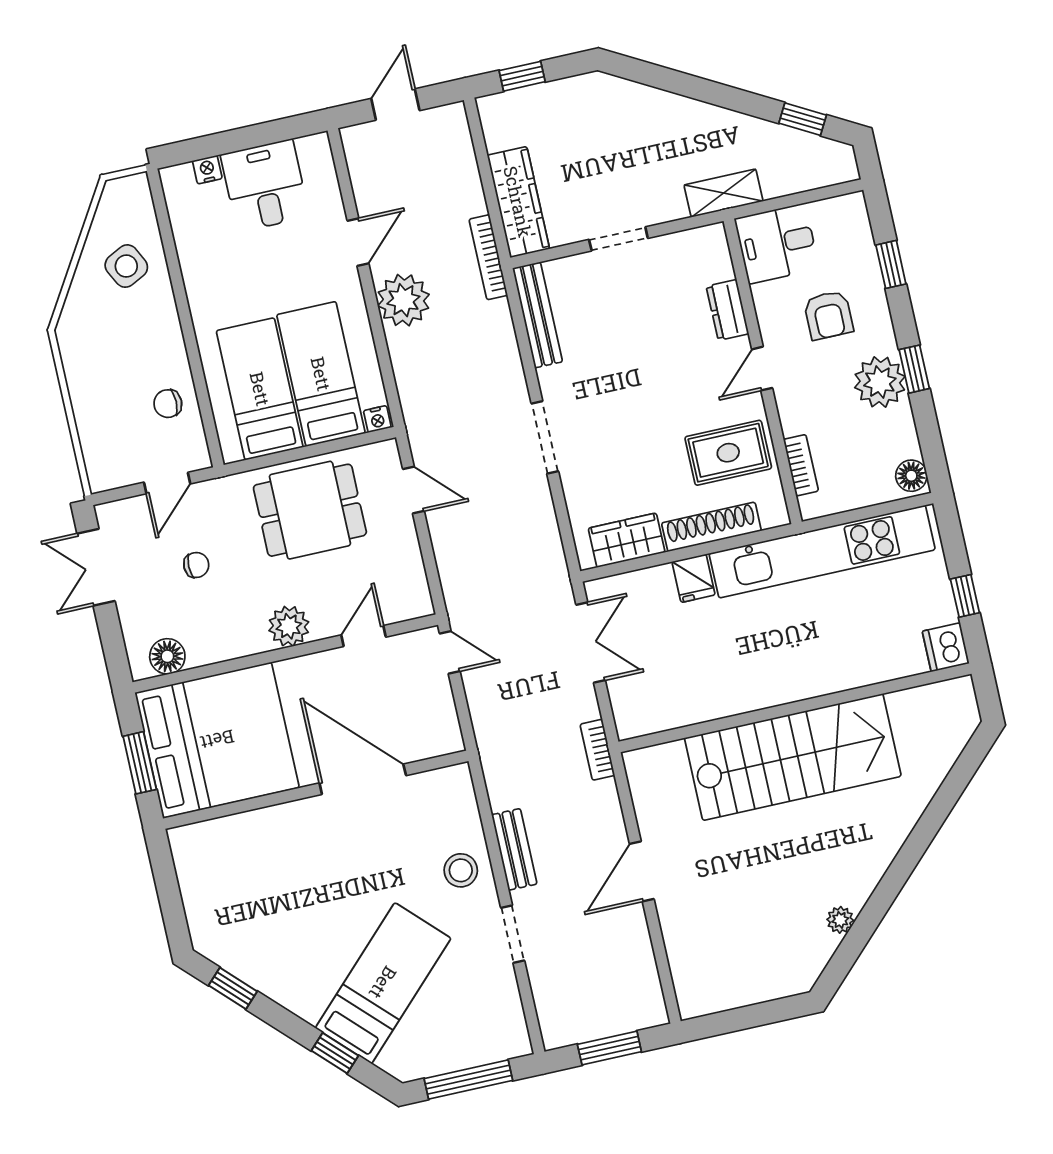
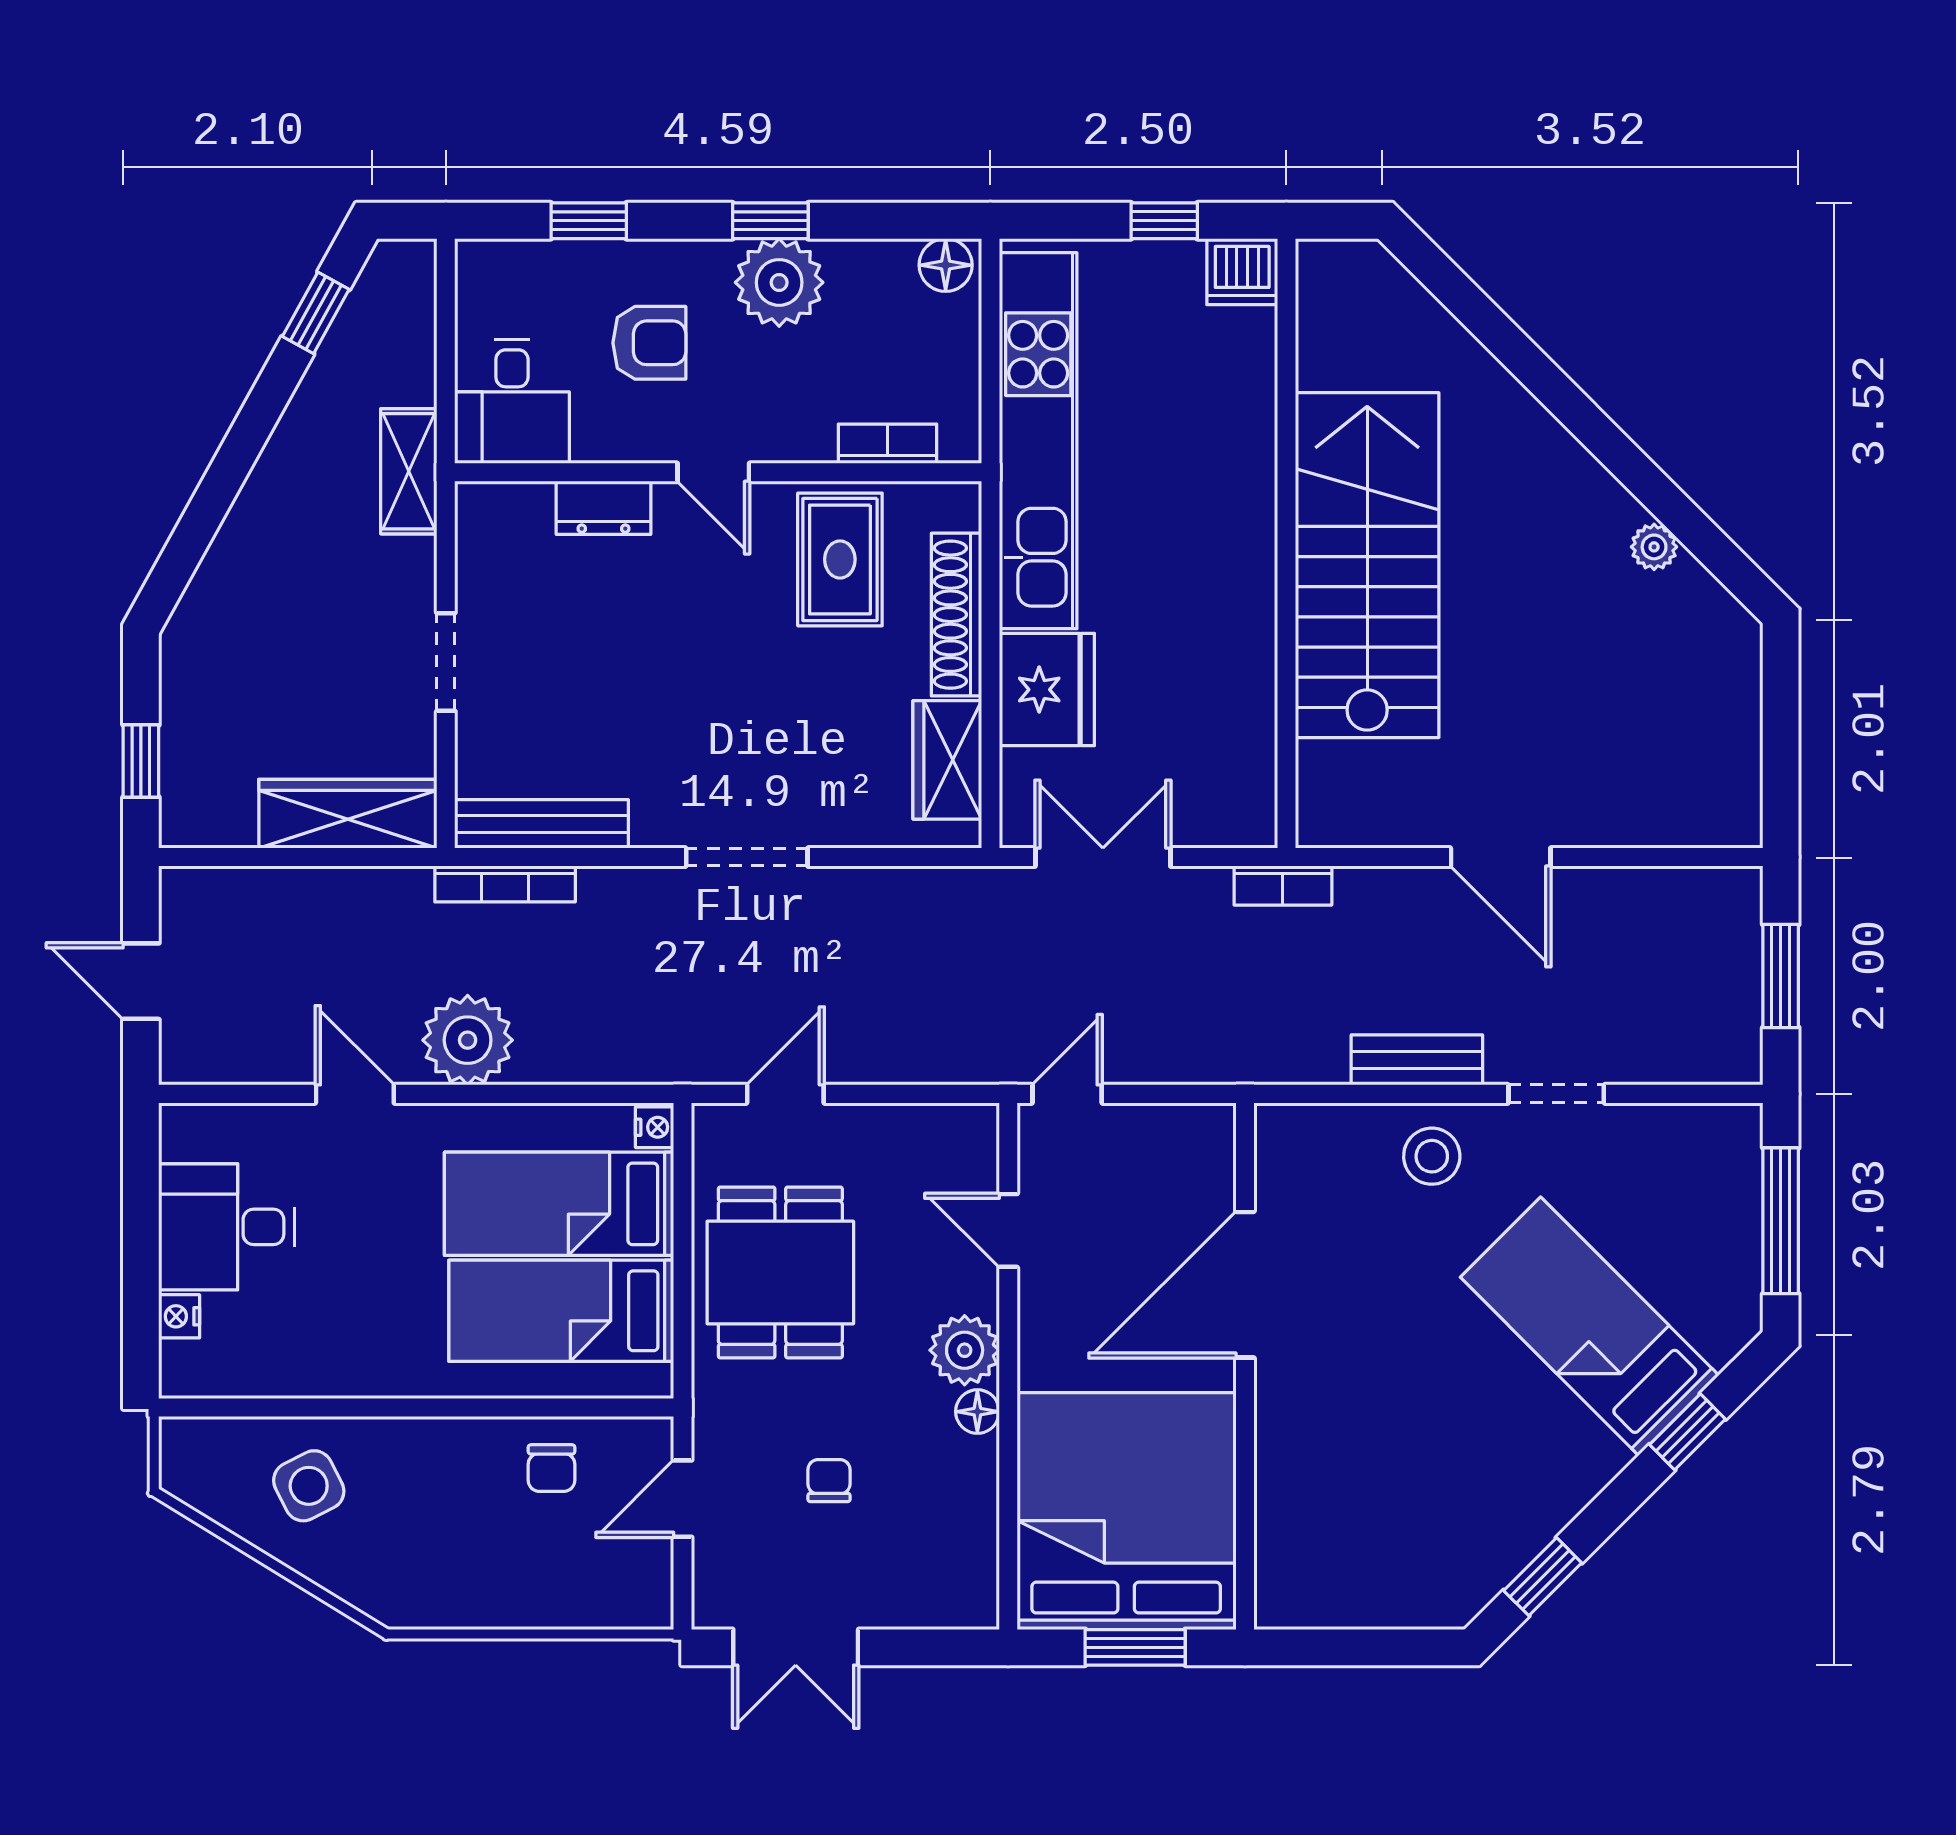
bookcase: (488, 257) -> (505, 884), moved
door: (167, 483) -> (683, 1499), swing flipped
fridge: (694, 578) -> (1047, 690), width x1.88, depth x1.34
floor lamp: (167, 656) -> (977, 1412), moved, width x0.73, depth x0.73

